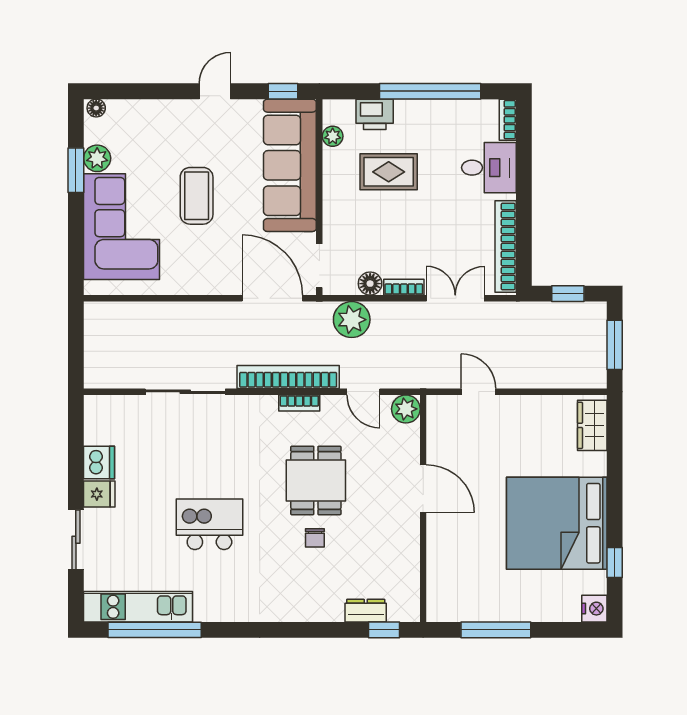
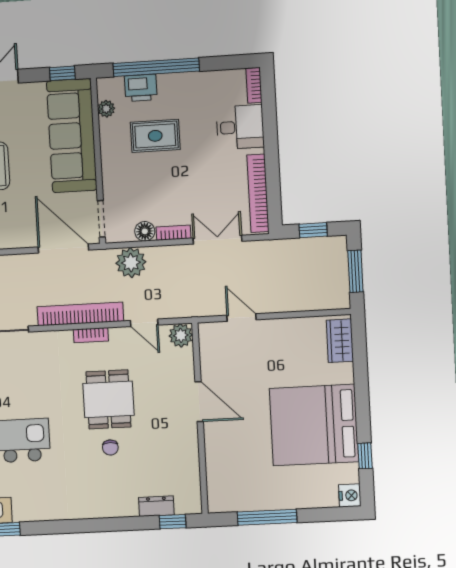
window: (430, 91) -> (156, 67), moved

